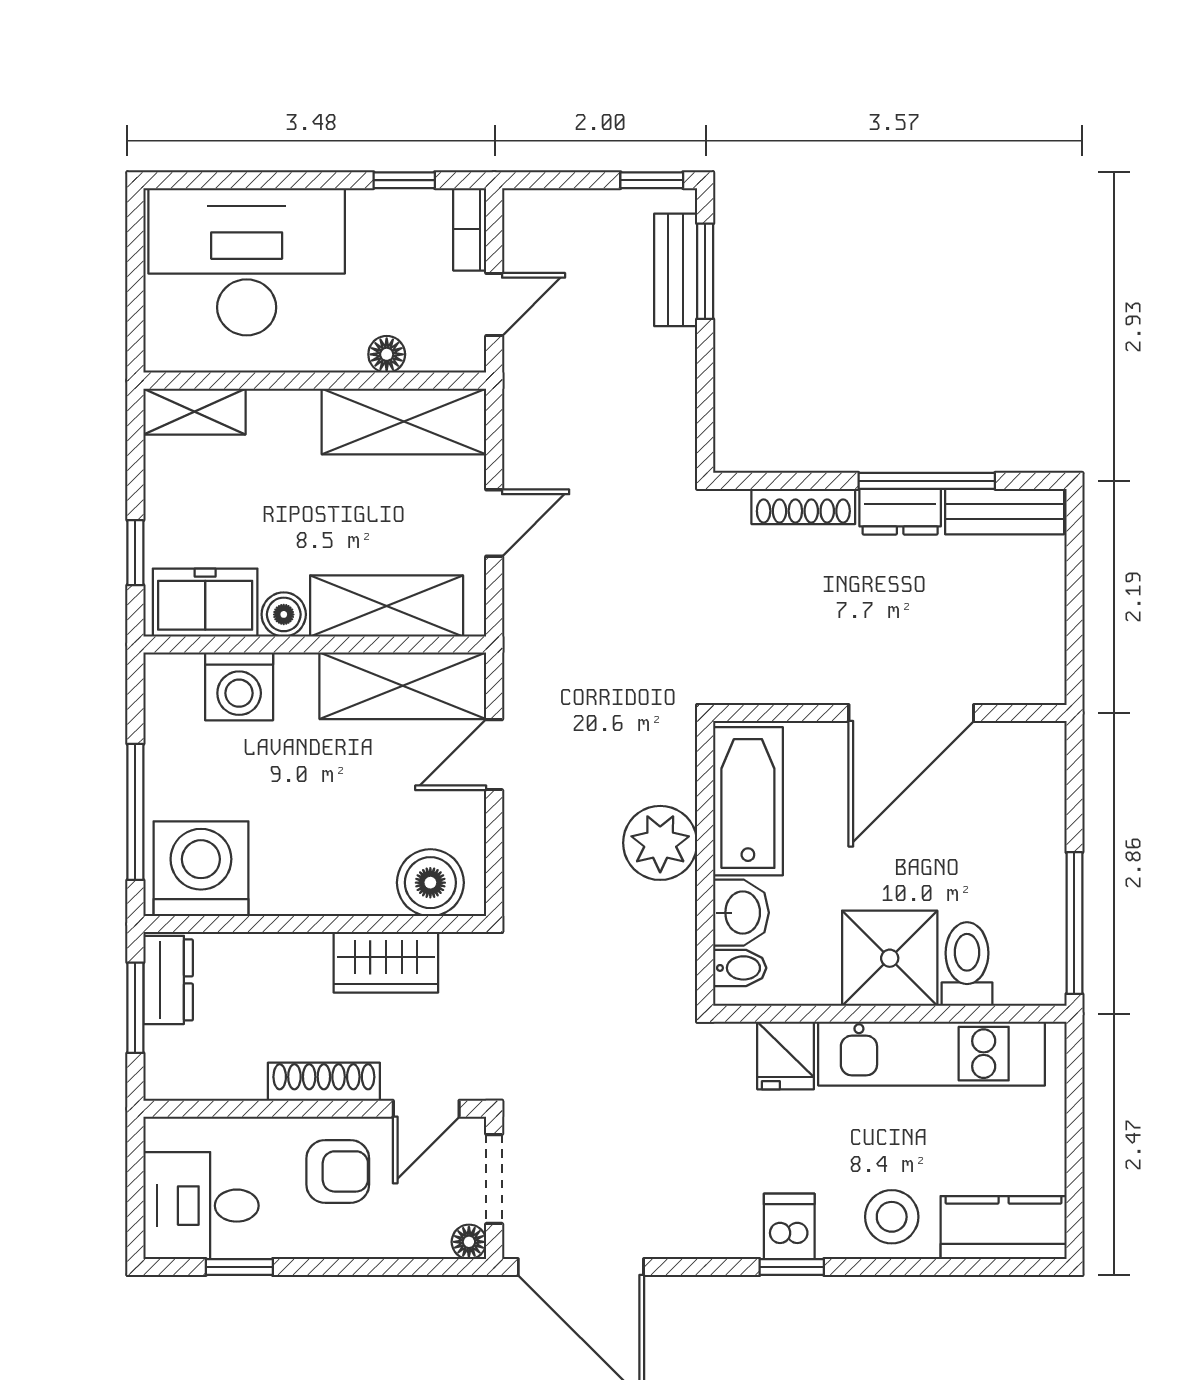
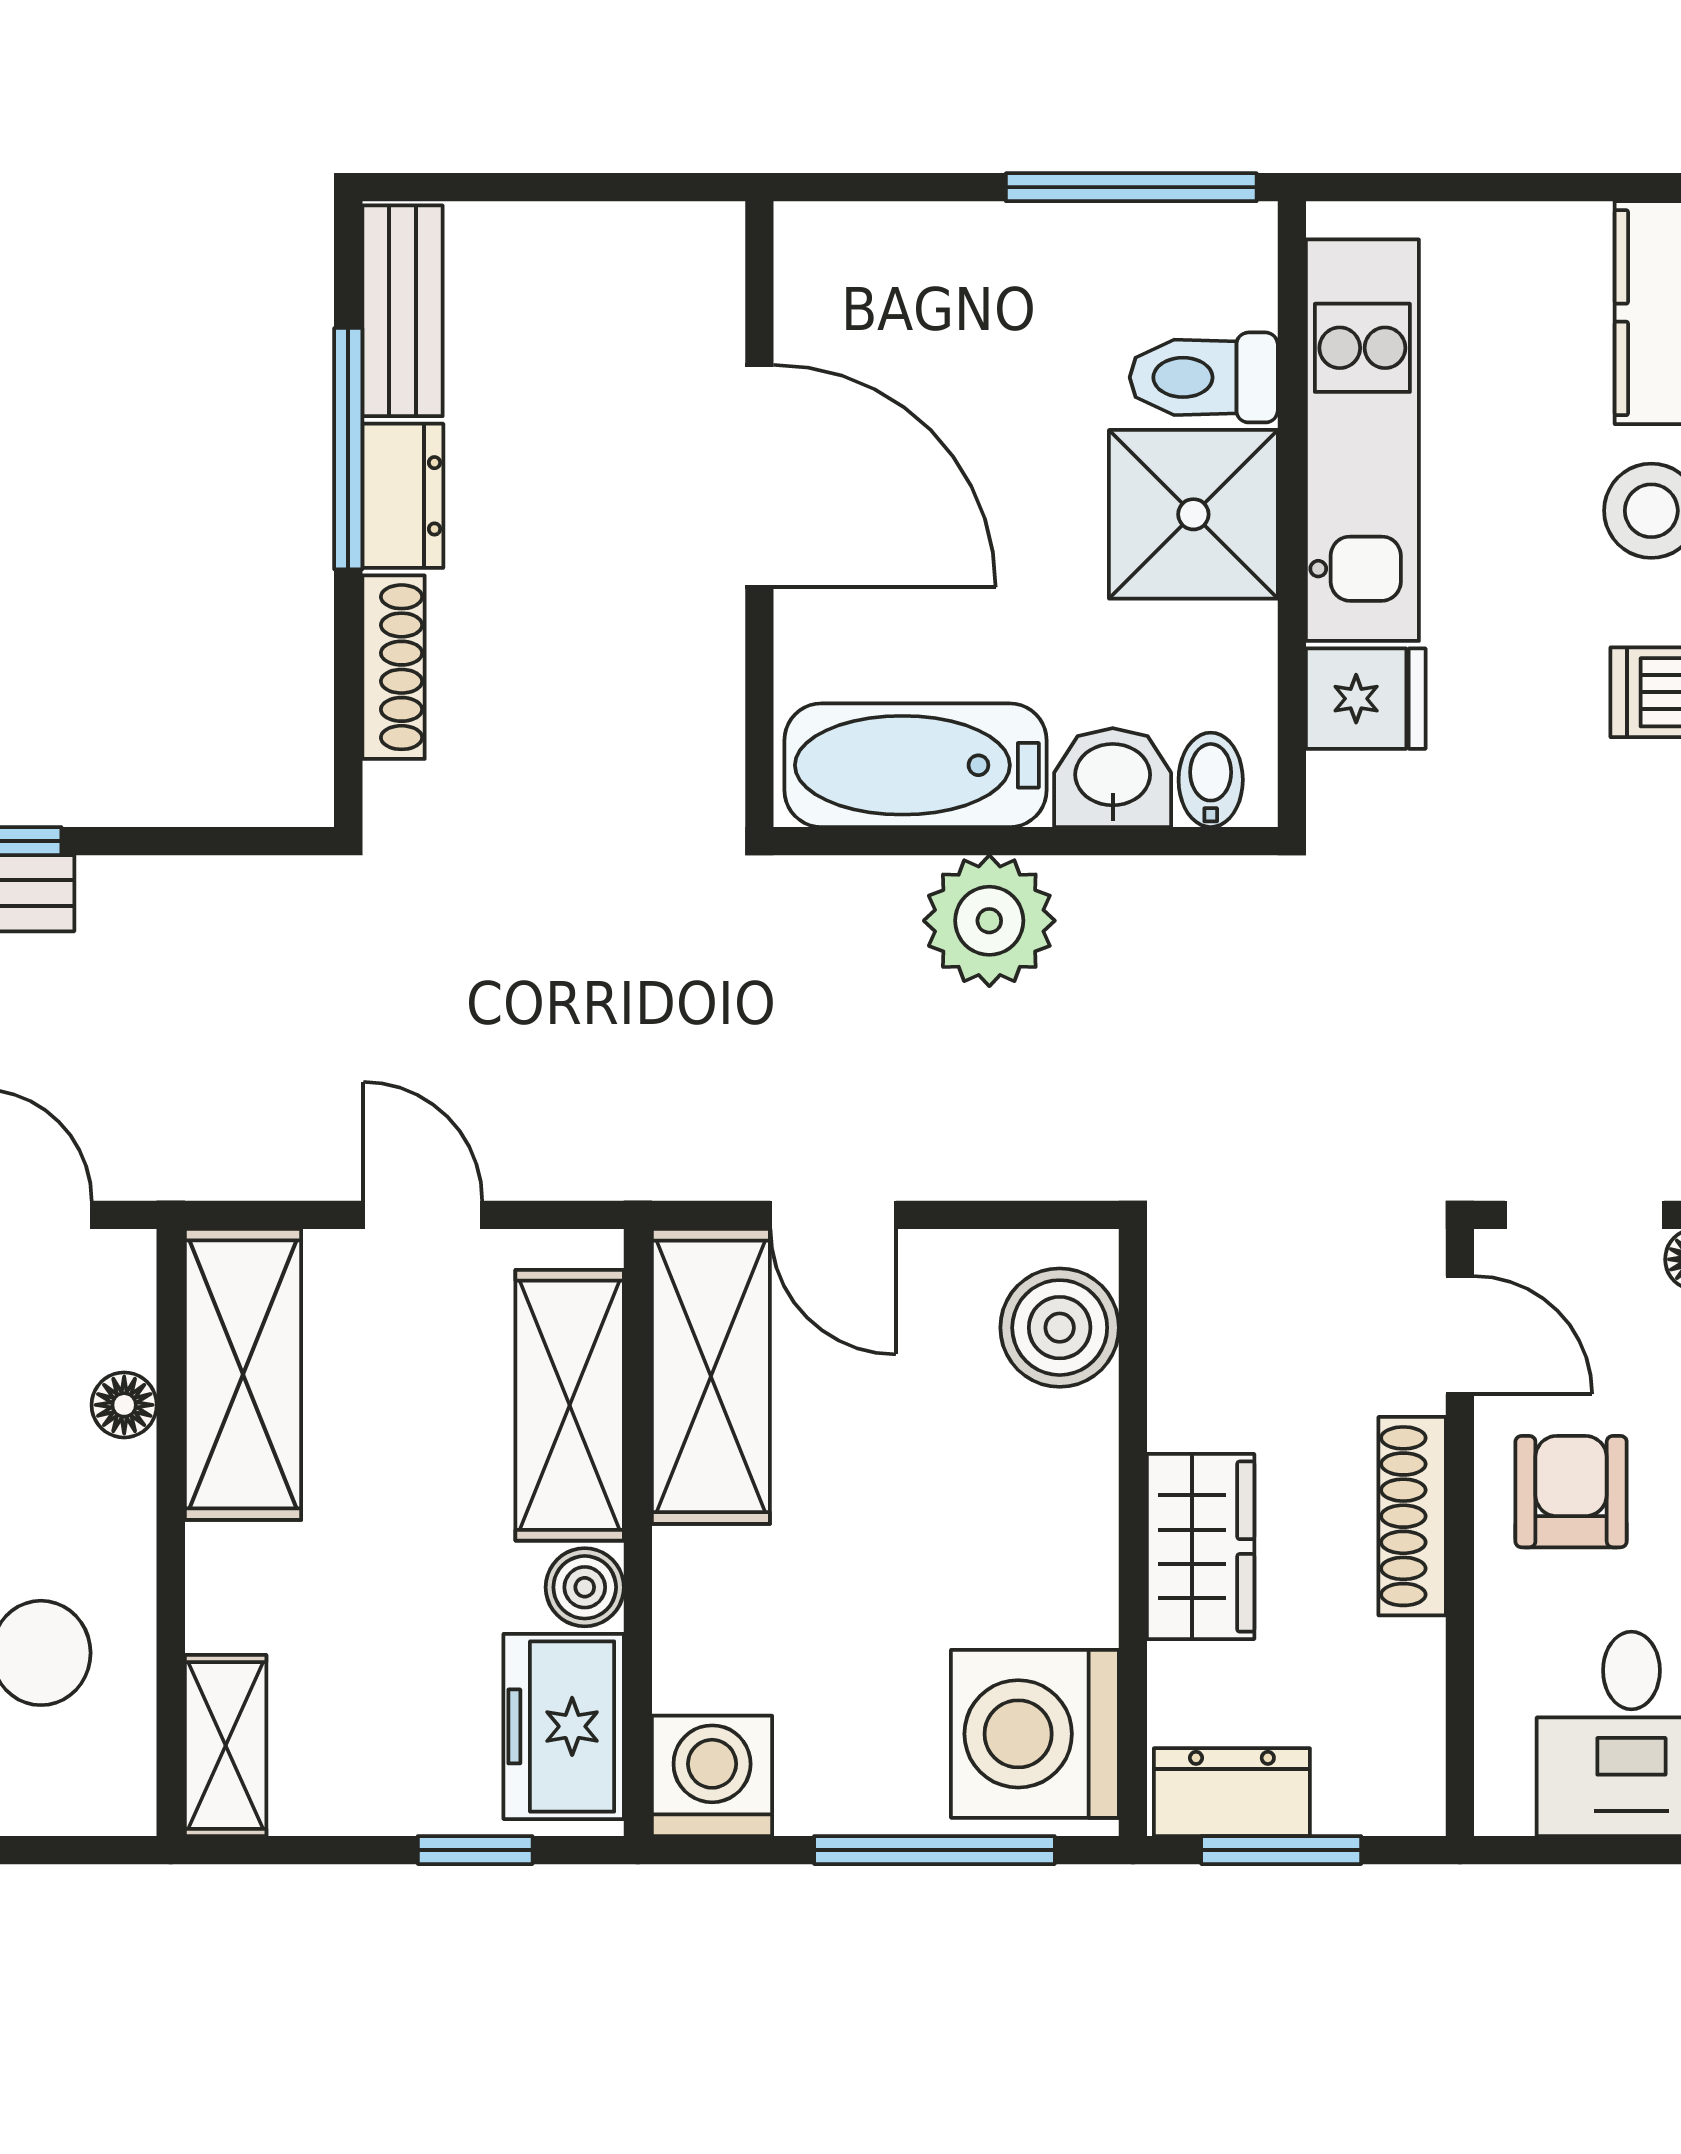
washing machine: (239, 686) -> (712, 1776), moved, turned -90
wardrobe: (386, 962) -> (1201, 1547), moved

